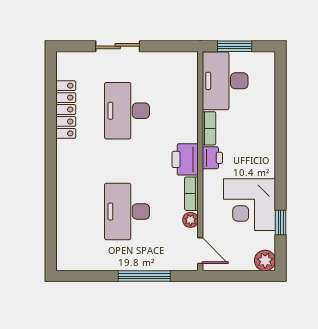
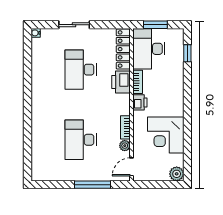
water cooler: (62, 58) -> (36, 33), added
locker: (66, 110) -> (123, 49), moved, turned 180
printer: (185, 159) -> (121, 82), moved
window: (281, 222) -> (187, 53), moved
door: (200, 251) -> (132, 167), swing flipped

